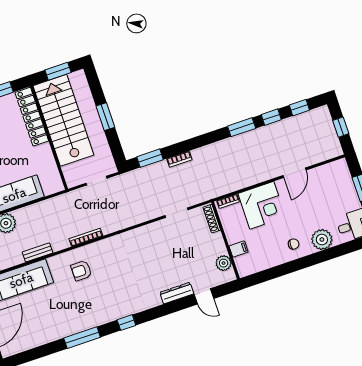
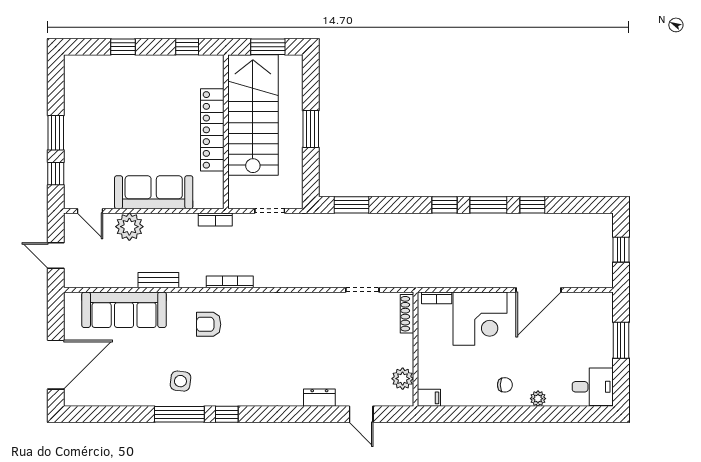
window: (299, 108) -> (444, 205), moved
locker: (32, 117) -> (212, 130), moved
bookcase: (179, 159) -> (215, 219), moved
door: (295, 173) -> (538, 290), width x1.36
plant: (322, 240) -> (538, 399), width x0.53, depth x0.53
filing cabinet: (239, 249) -> (429, 398), moved
dresser: (177, 293) -> (319, 398), width x0.70
side table: (75, 315) -> (180, 381), added
window: (126, 323) -> (227, 414), moved

